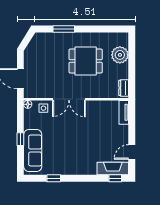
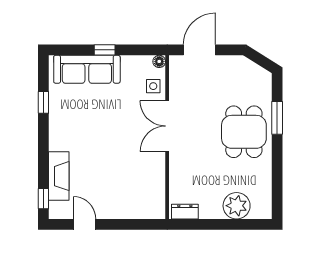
dining table: (86, 61) -> (244, 132), moved
tv unit: (124, 112) -> (147, 212), removed
fireplace: (113, 168) -> (59, 176), moved

